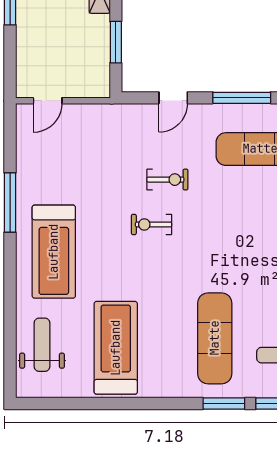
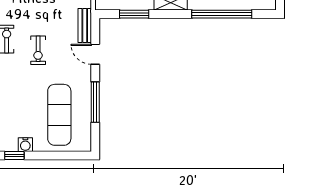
bench: (132, 113) -> (85, 25), added

